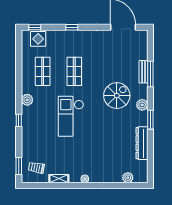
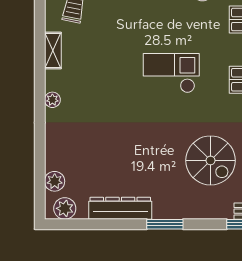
plant: (142, 105) -> (65, 208), moved
checkout: (71, 116) -> (171, 73), width x0.73, depth x0.83

